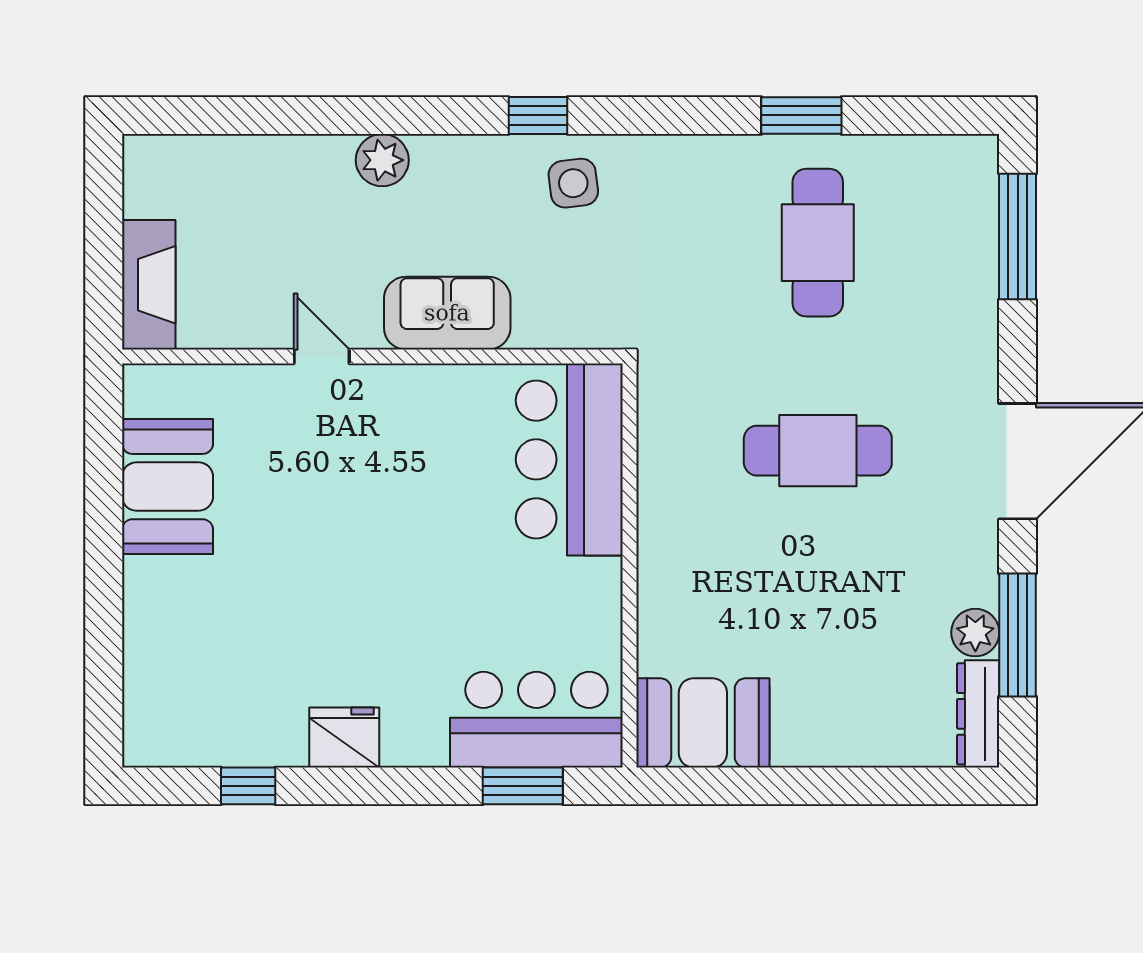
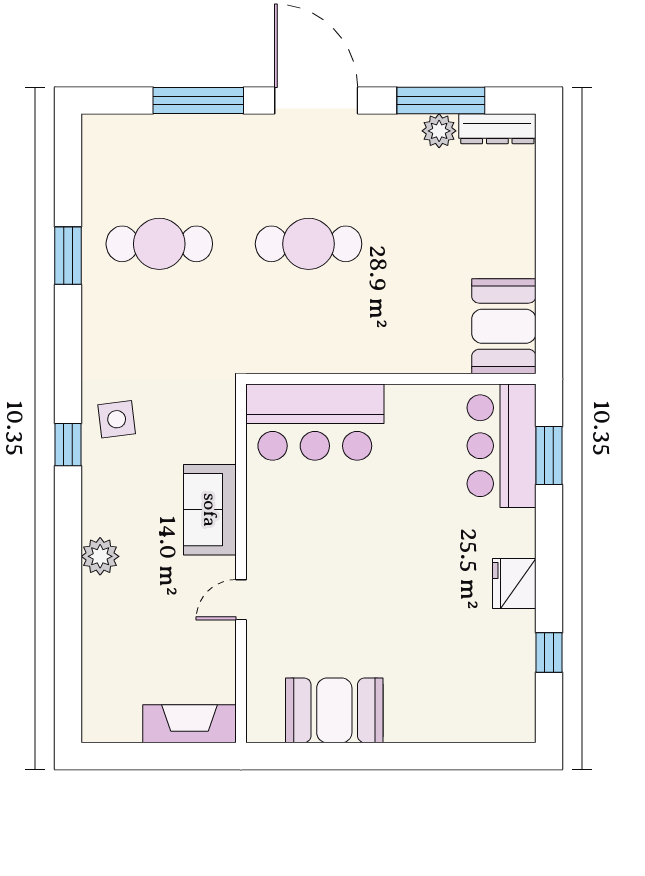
window: (1018, 236) -> (198, 101), moved
cafe table: (818, 451) -> (309, 244), turned 90

